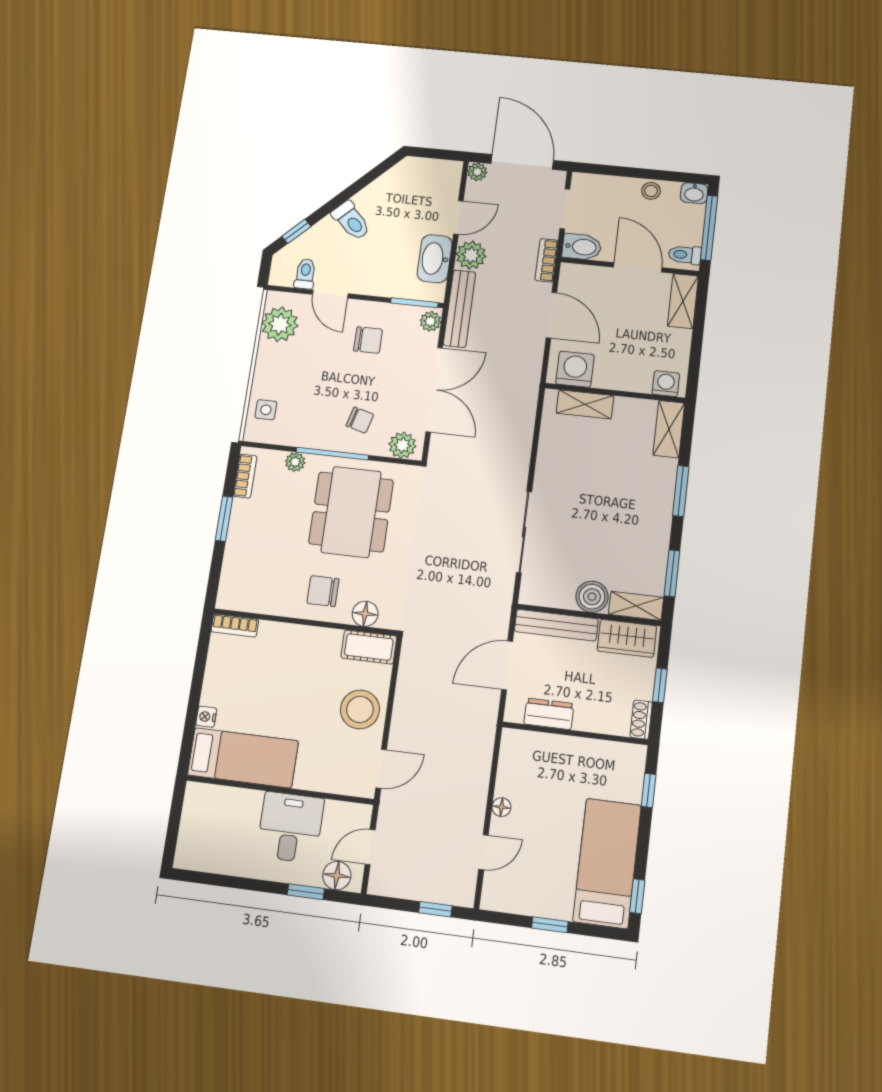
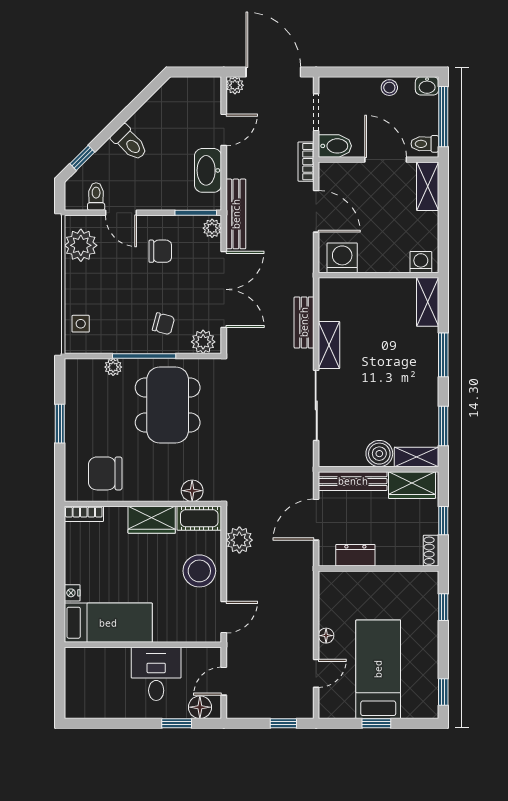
plant: (471, 255) -> (239, 540), moved
shelving: (585, 404) -> (329, 345), moved, turned 90
bench: (522, 436) -> (304, 322), added
bookcase: (245, 476) -> (72, 384), removed
chair: (323, 591) -> (105, 473), moved, width x1.37, depth x1.37
wardrobe: (313, 642) -> (152, 520), added
bed: (607, 863) -> (378, 669), moved

